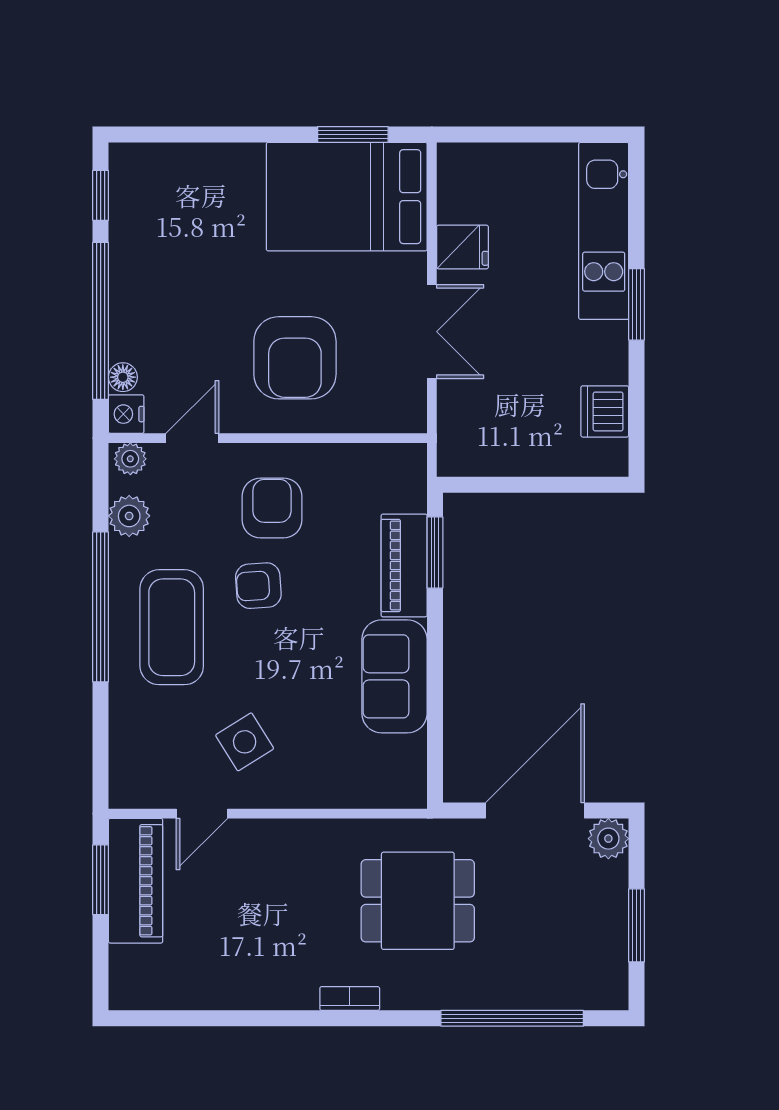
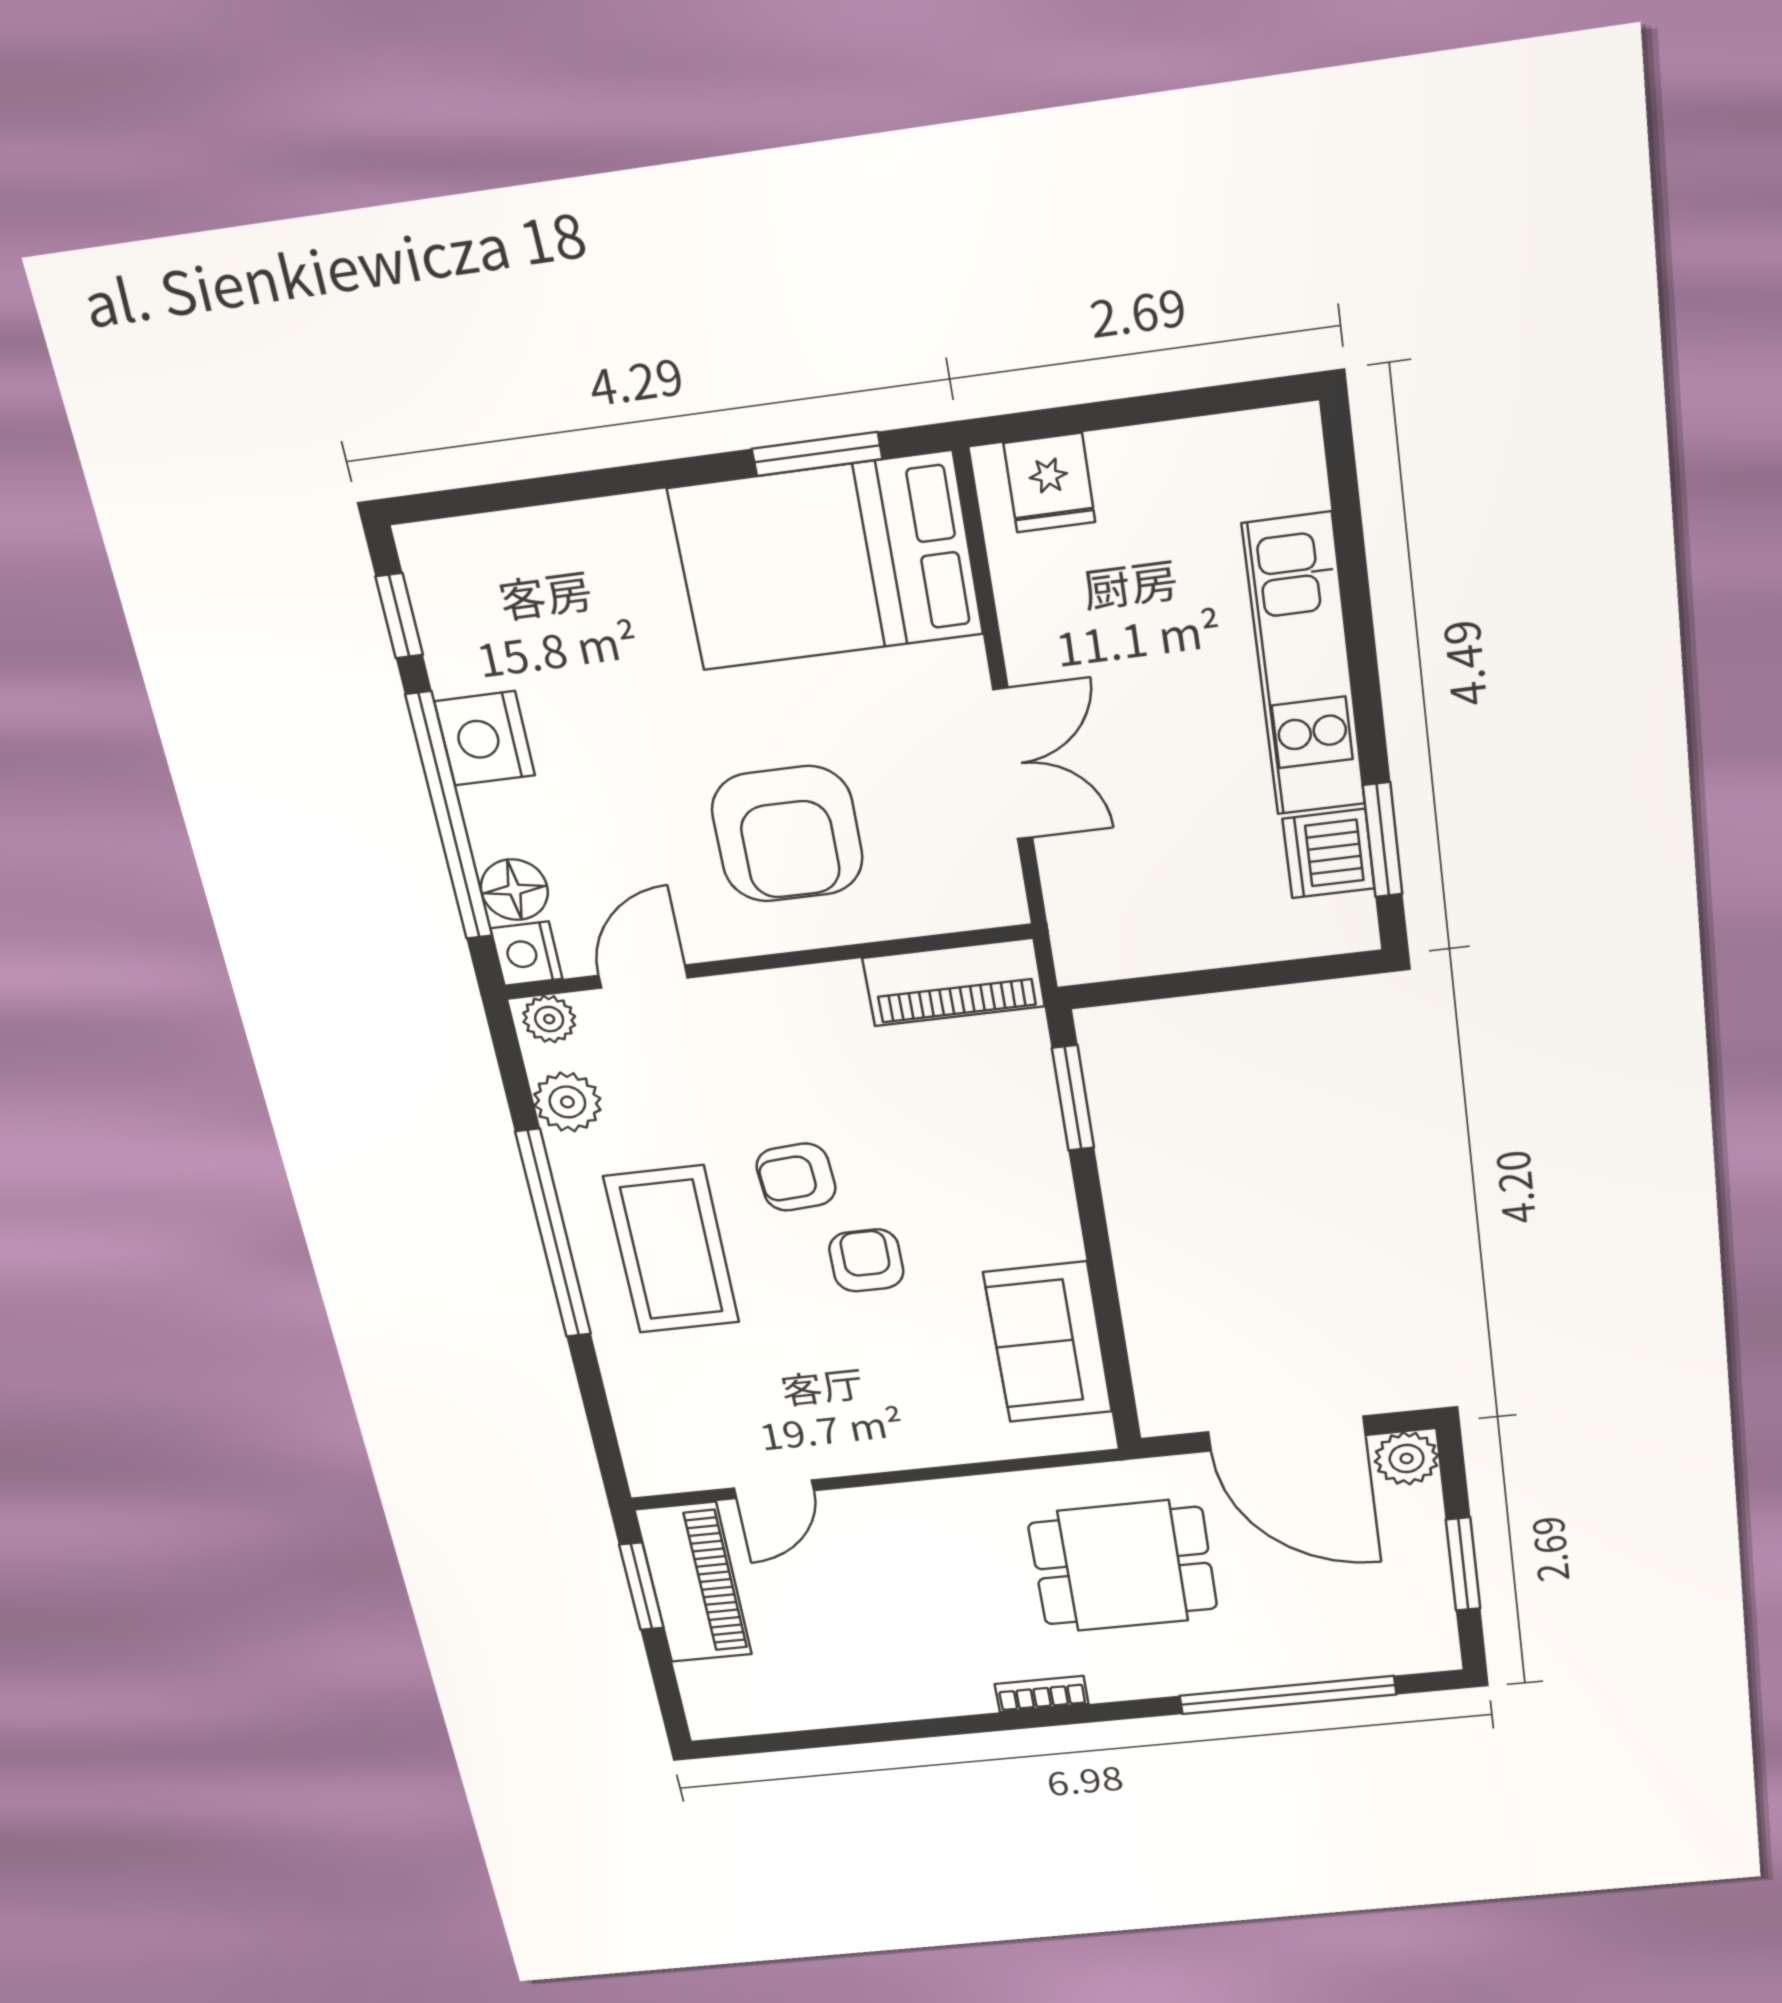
kitchen unit: (604, 231) -> (1304, 666), moved
fridge: (462, 247) -> (1049, 483), moved, turned 90
nightstand: (132, 275) -> (485, 738), added
window: (637, 304) -> (1383, 840), moved
floor lamp: (123, 377) -> (514, 890), width x1.37, depth x1.37
armchair: (272, 508) -> (866, 1260), moved, width x0.72, depth x0.72
piano: (404, 565) -> (954, 982), moved, turned -90
sofa: (394, 676) -> (1048, 1342), moved
side table: (245, 742) -> (819, 1391), removed
door: (535, 810) -> (1287, 1434), swing flipped

